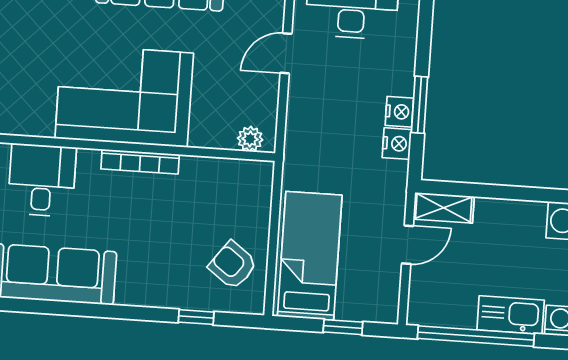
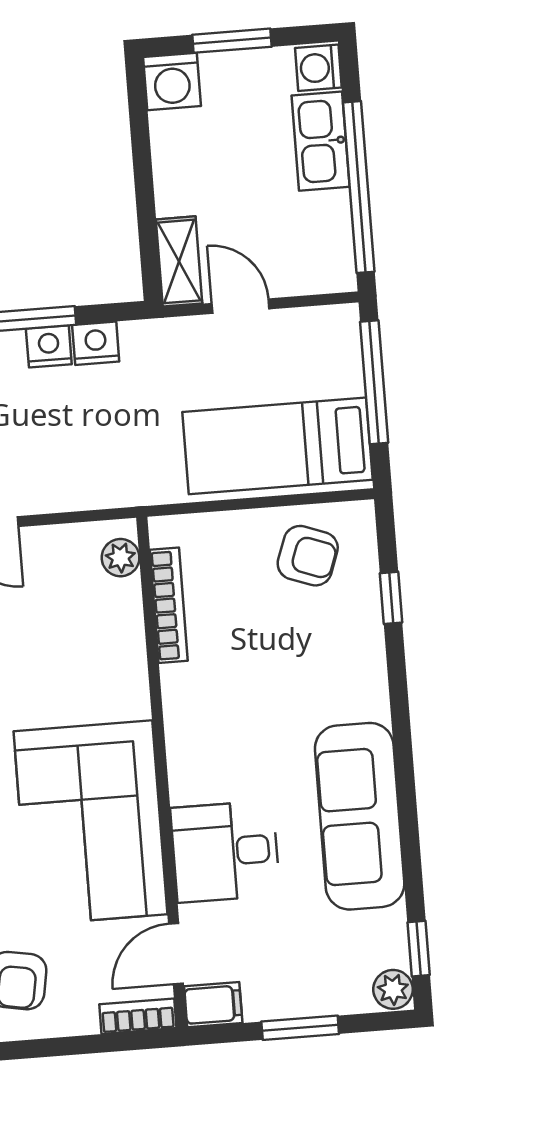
corner sofa: (124, 96) -> (90, 823), moved
bookcase: (140, 162) -> (169, 605), moved
armchair: (233, 265) -> (308, 556), turned -107
window: (343, 327) -> (374, 382), width x2.17

